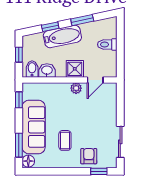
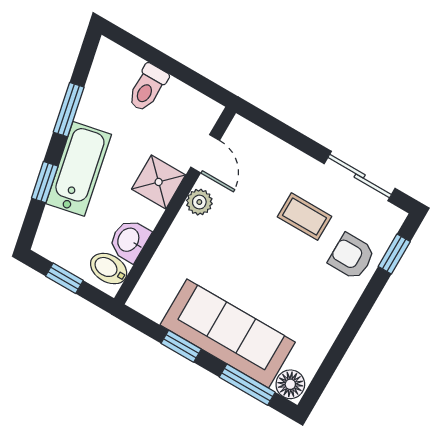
window: (19, 100) -> (181, 346), moved
coffee table: (65, 140) -> (305, 217), moved

